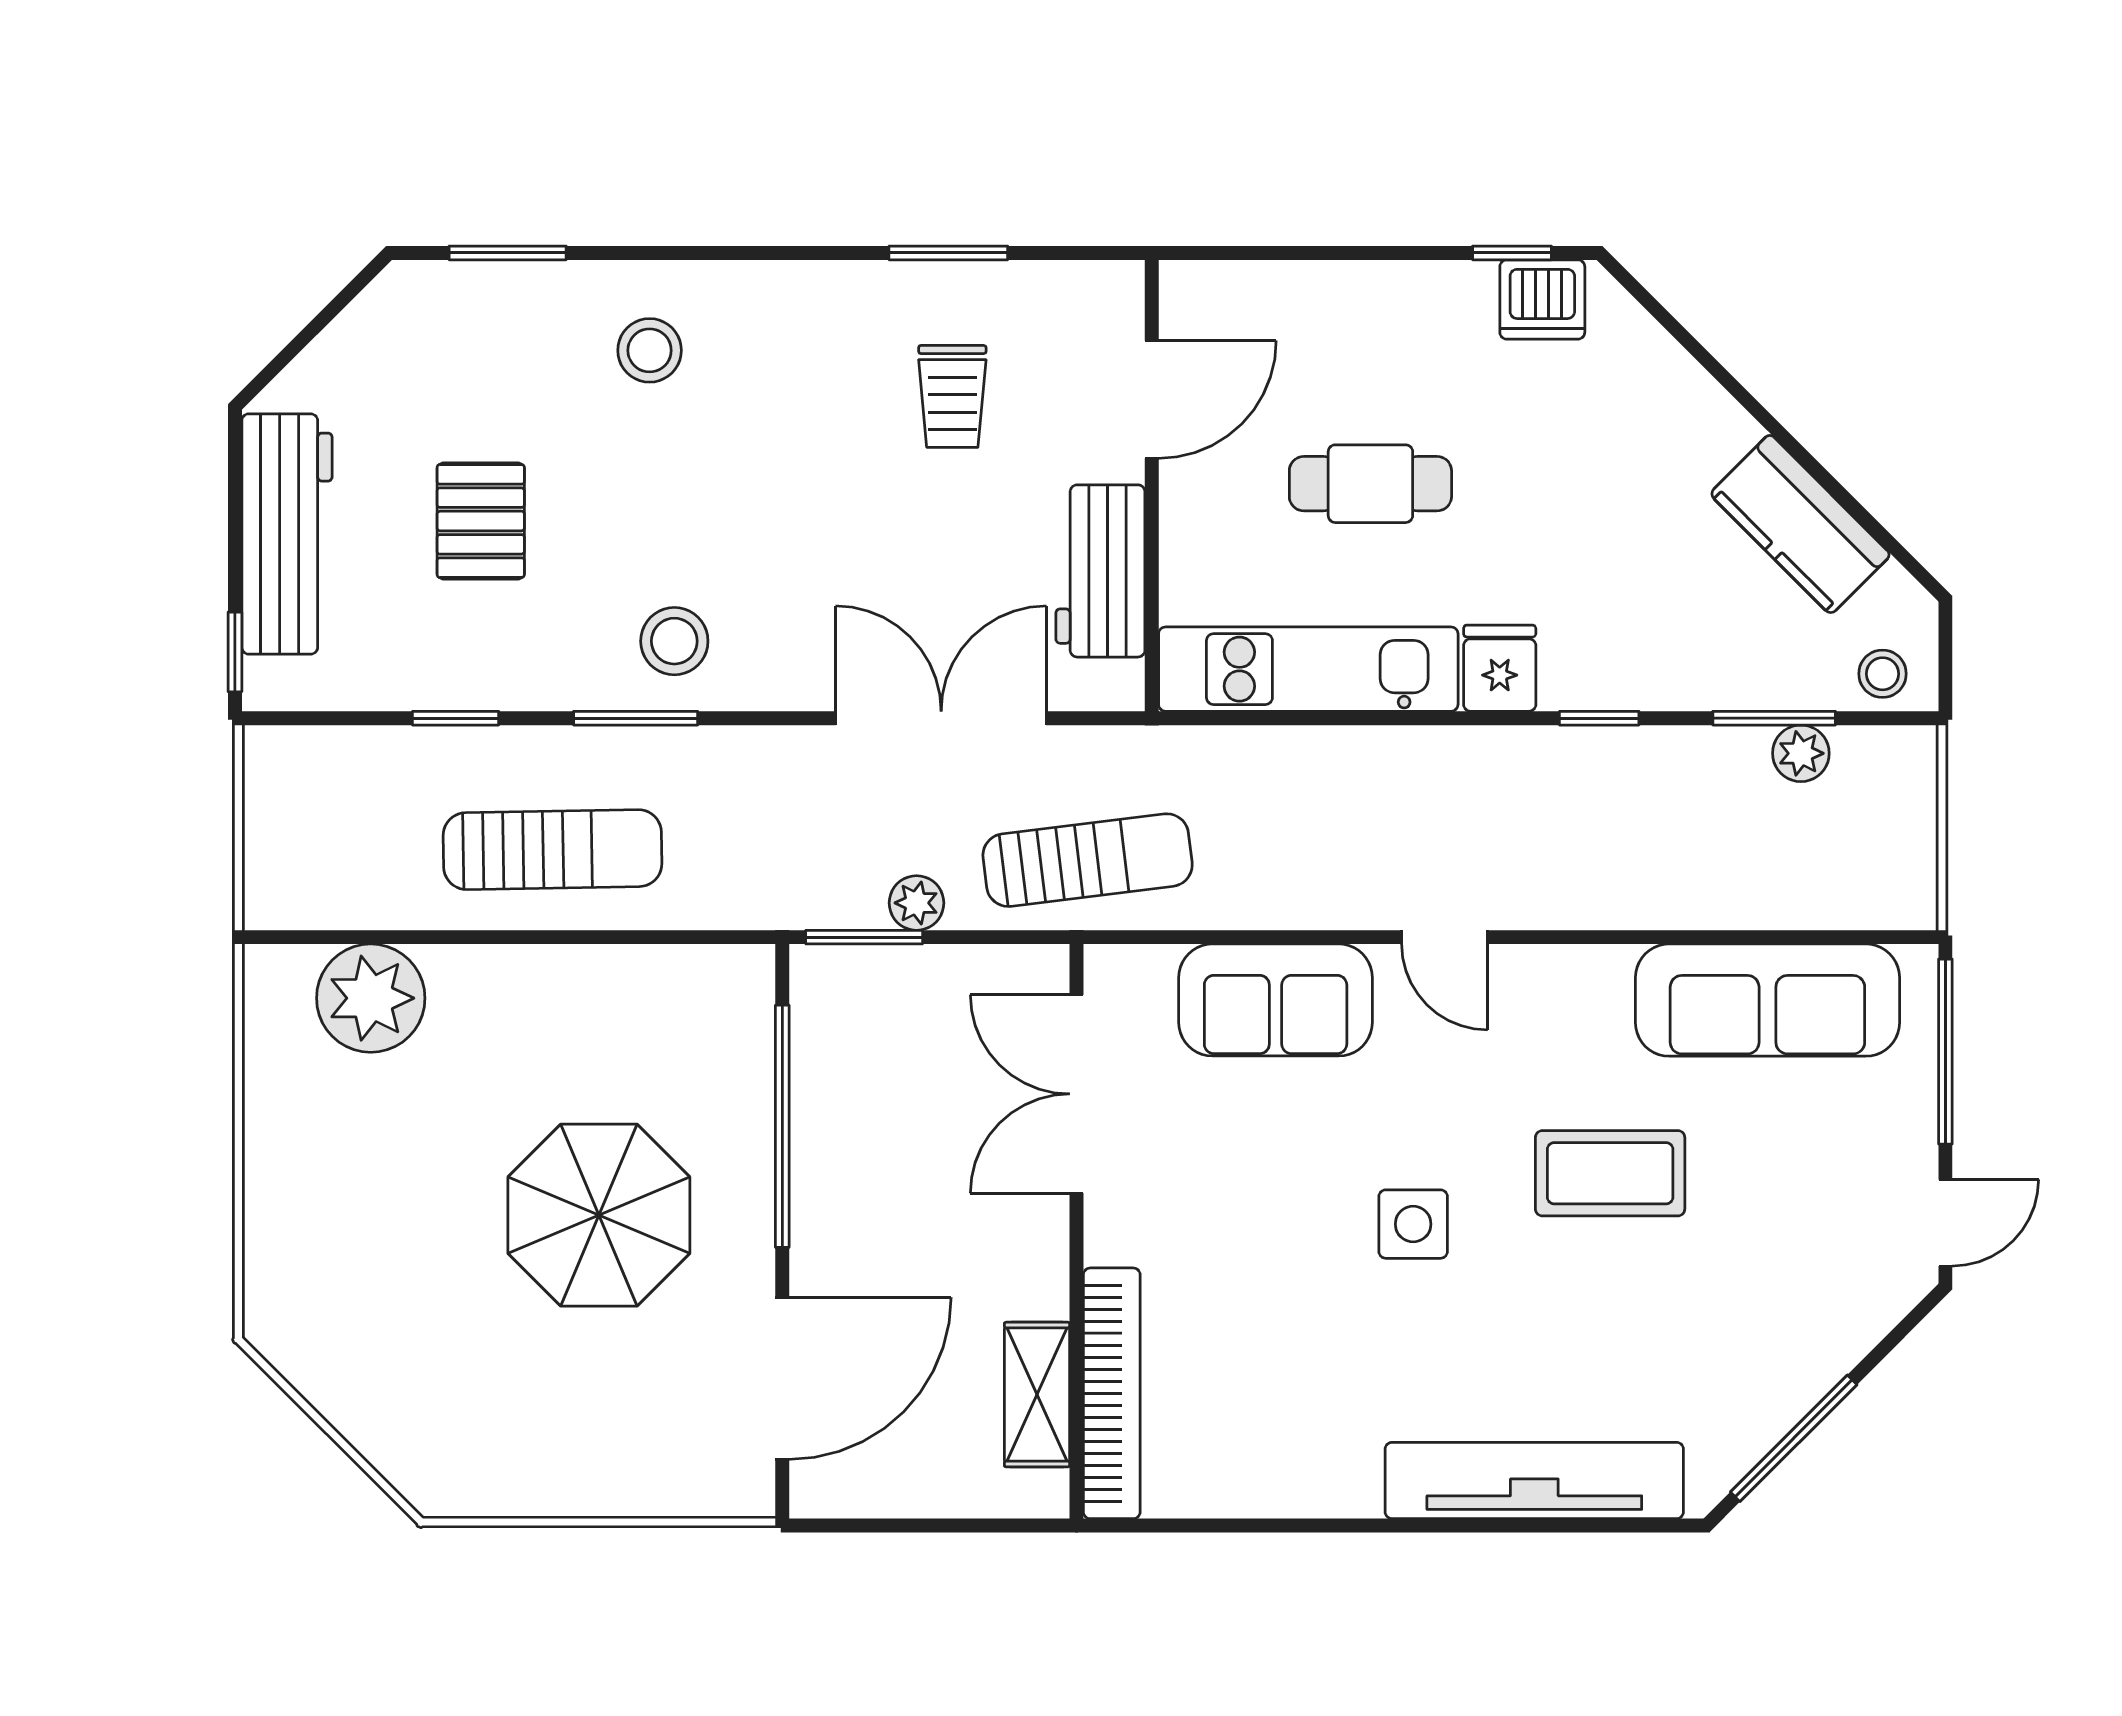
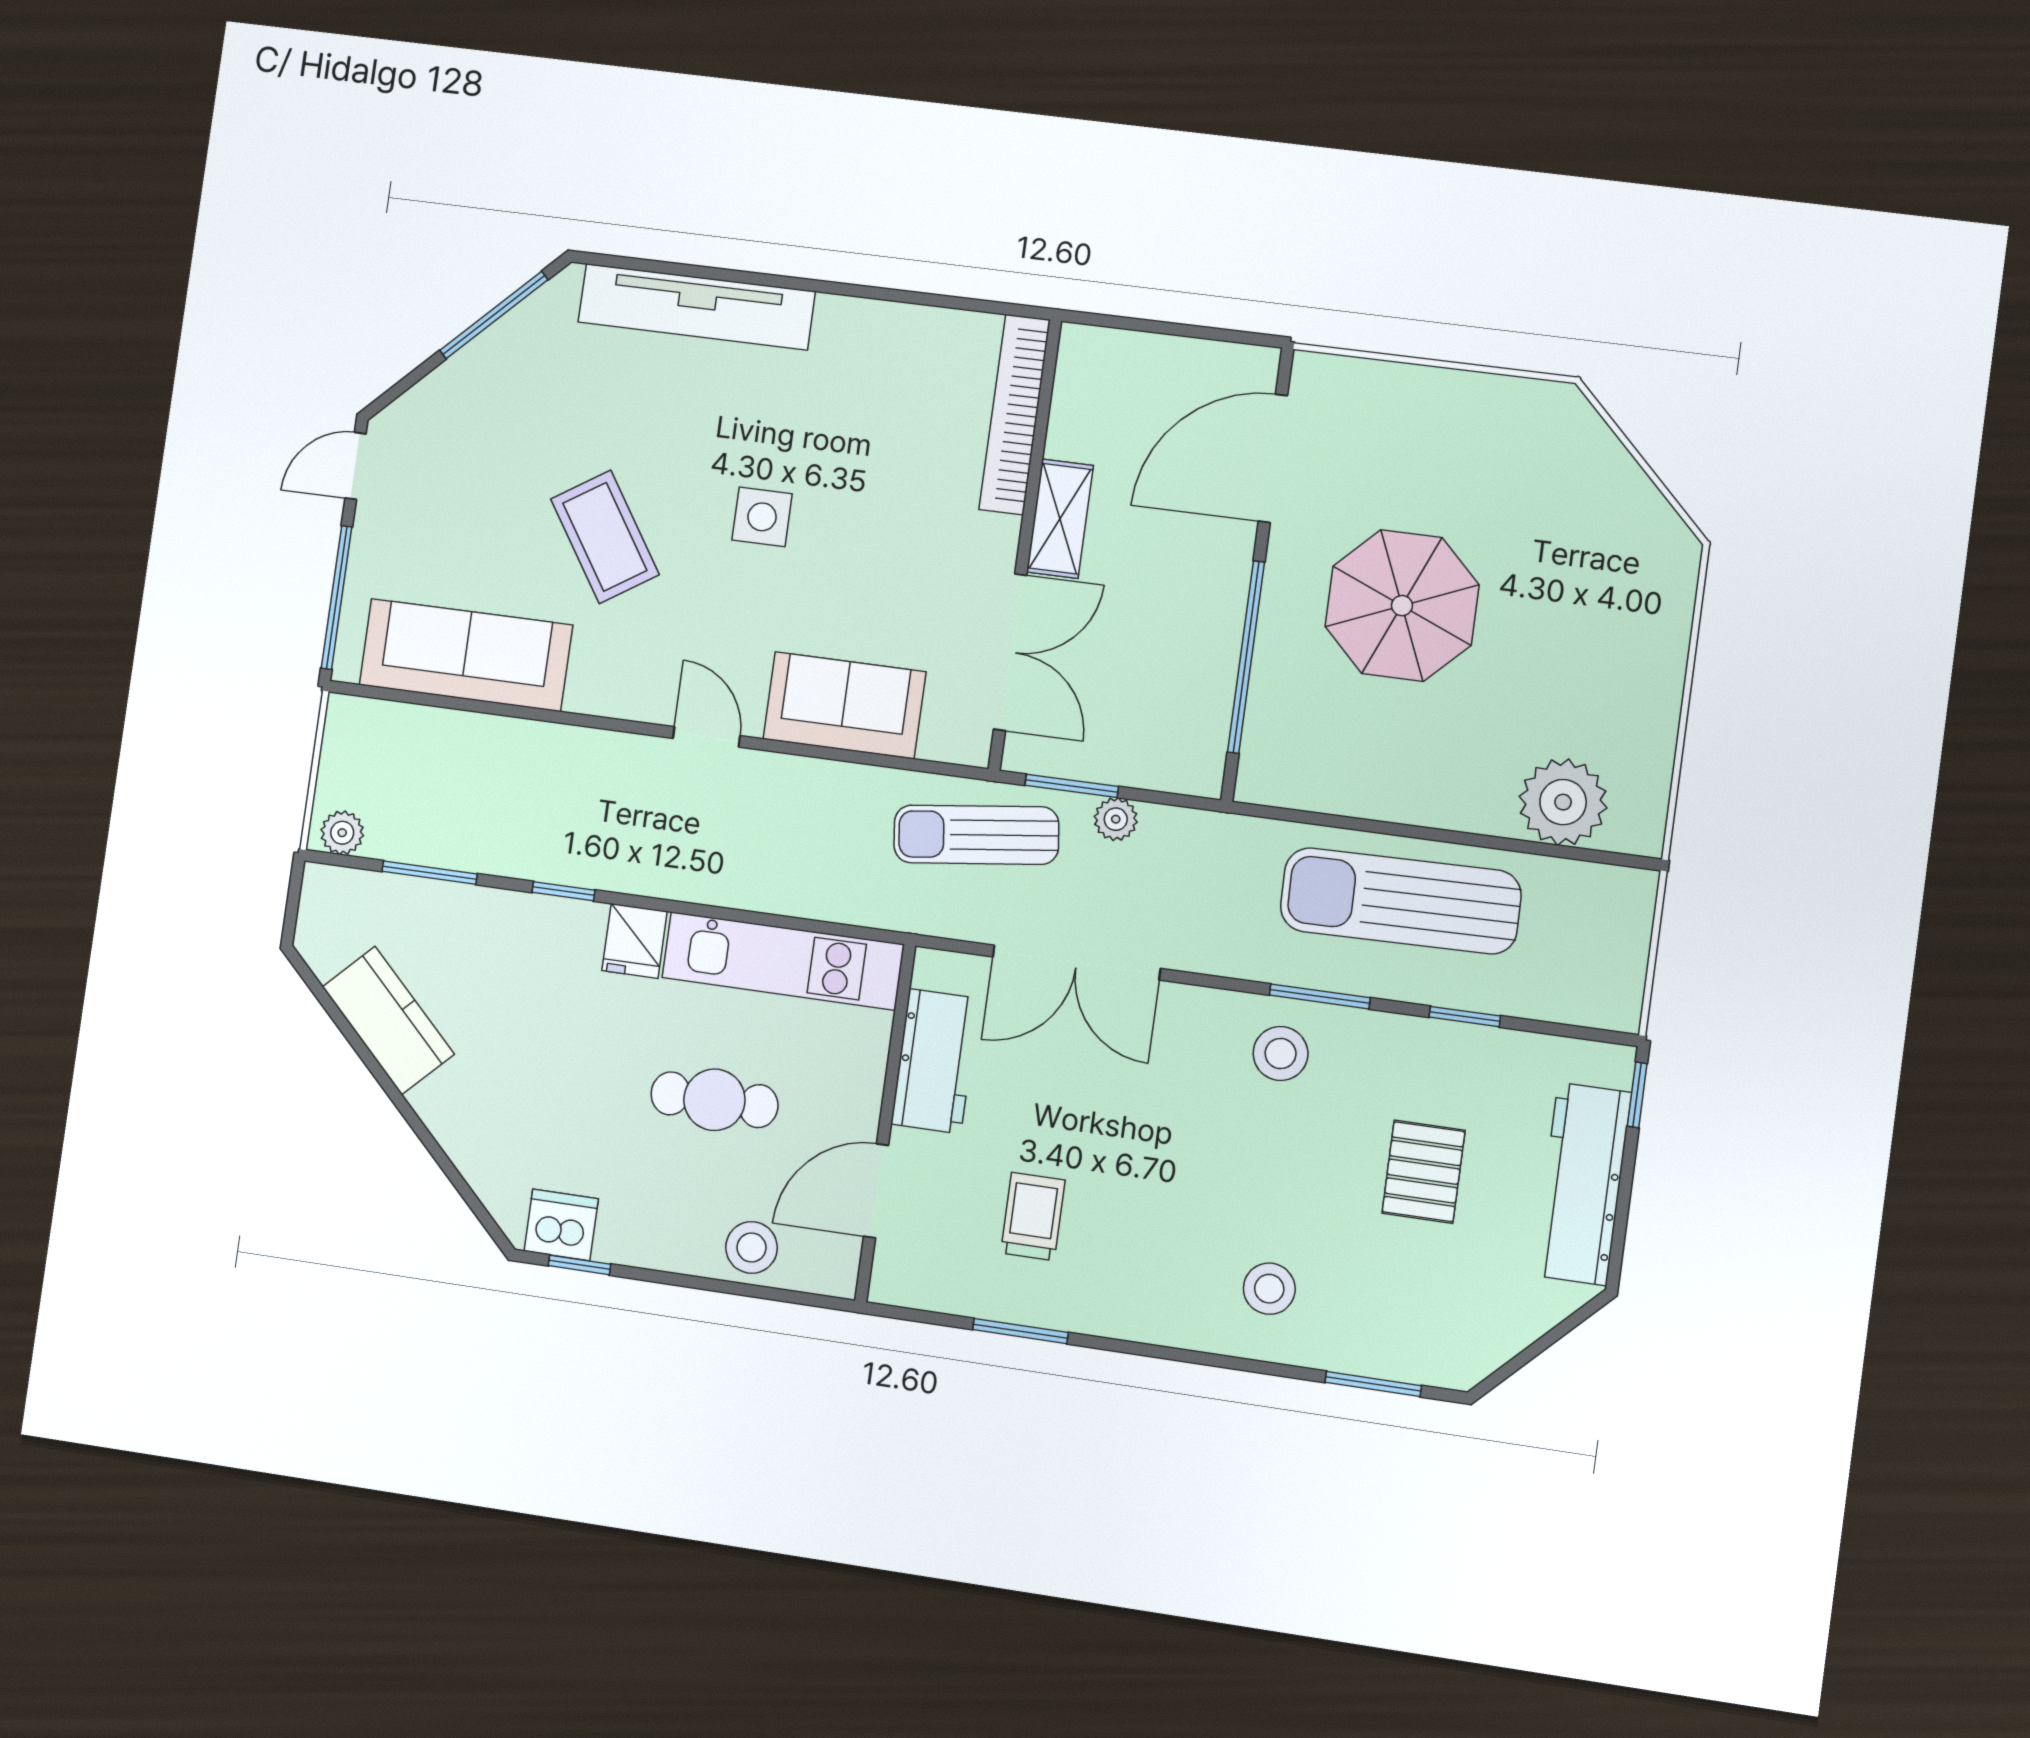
stool: (1883, 674) -> (752, 1247), moved, width x1.37, depth x1.37
plant: (1801, 753) -> (342, 833), moved
sun lounger: (553, 850) -> (1401, 901), width x1.36, depth x1.34
window: (864, 937) -> (1072, 786), moved
coffee table: (1610, 1173) -> (605, 537), turned 57
shelving: (1037, 1395) -> (1060, 519), moved

